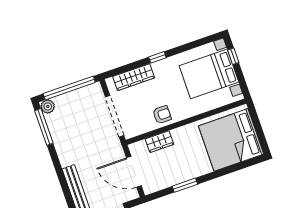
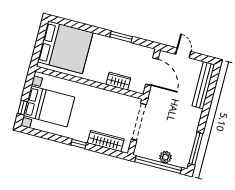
plant: (48, 106) -> (165, 157), moved
armchair: (162, 115) -> (103, 100), removed

